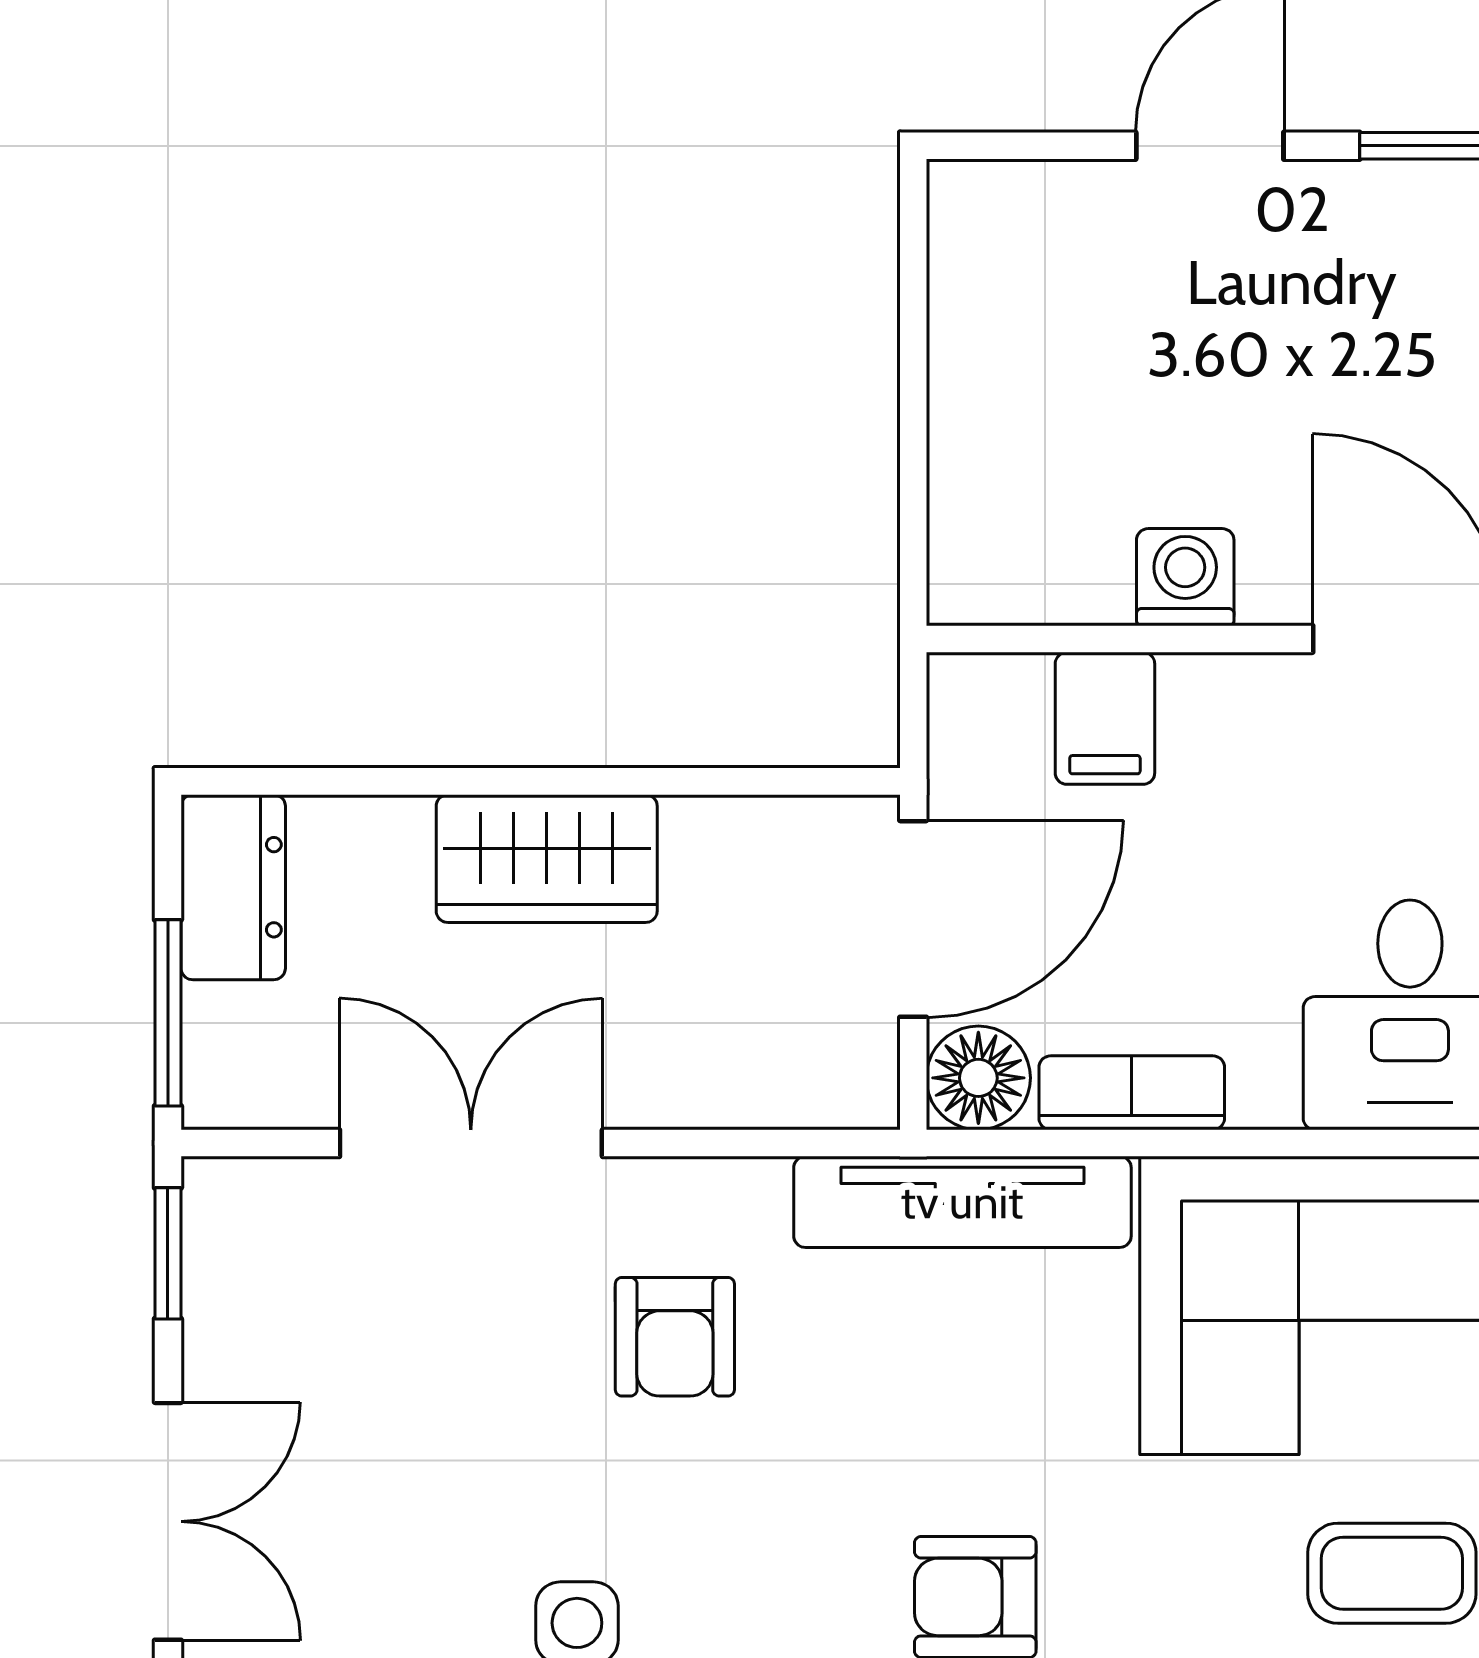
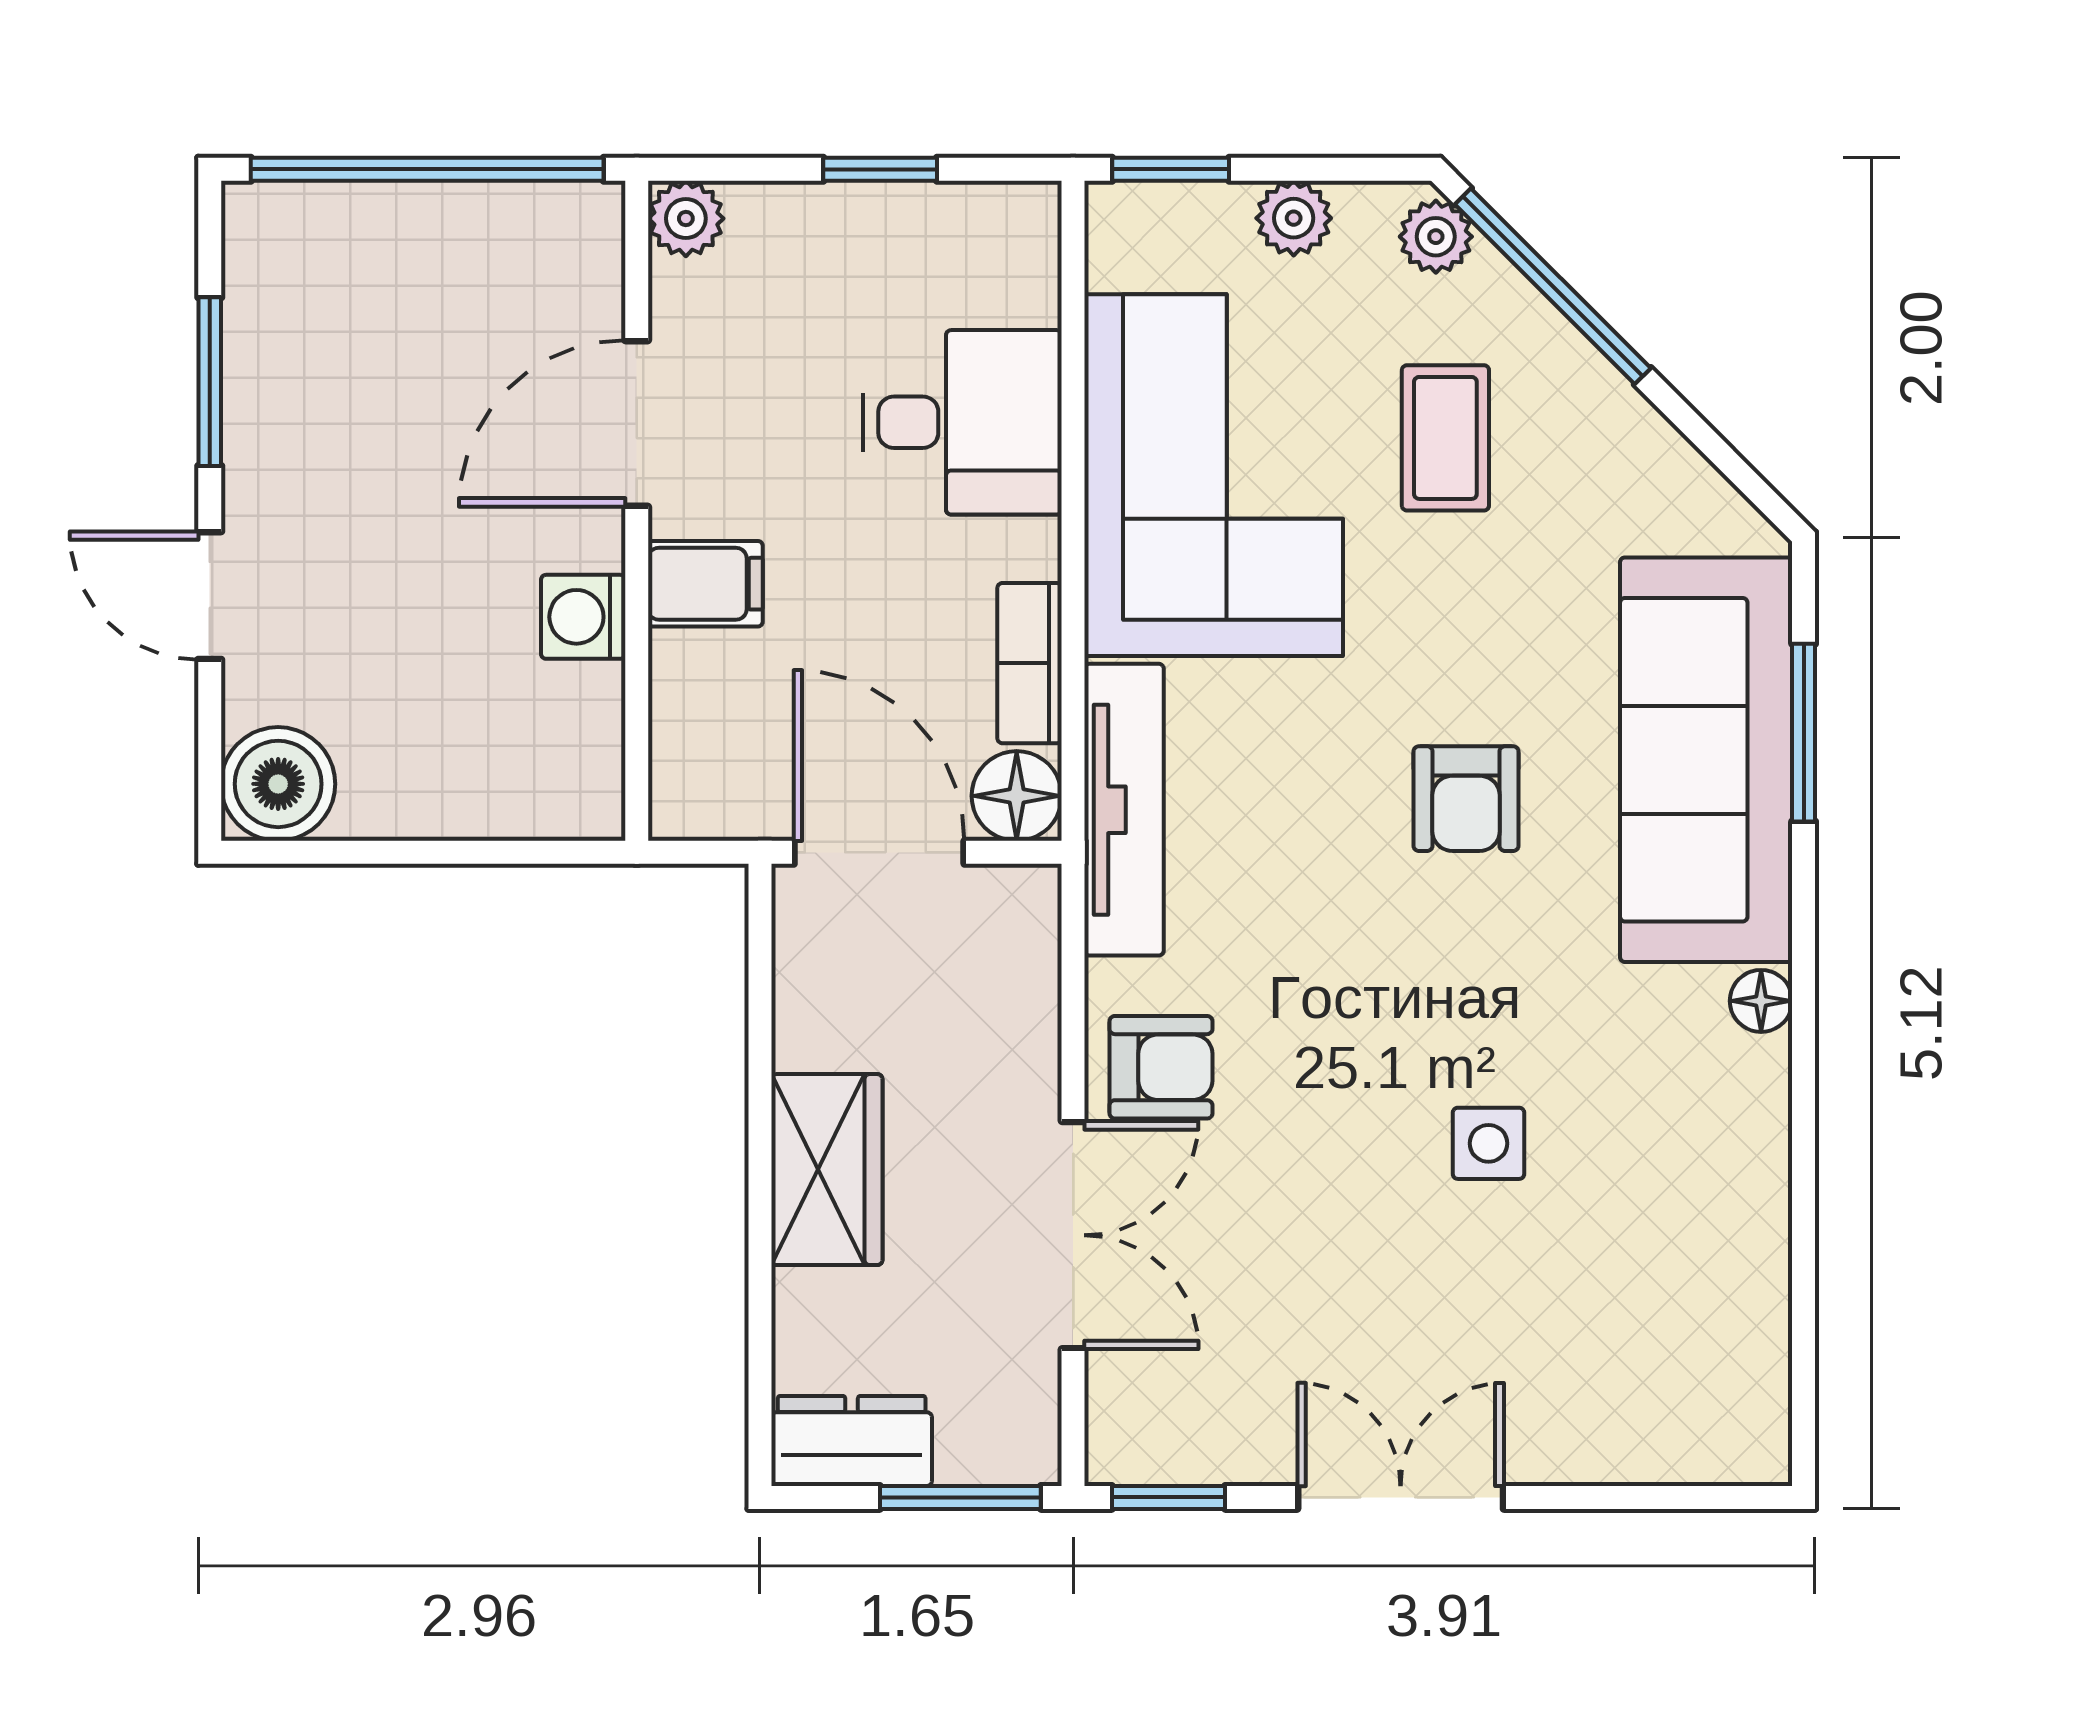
boiler: (992, 225) -> (278, 784), added
filing cabinet: (1105, 718) -> (705, 584), moved
double door: (471, 1143) -> (1073, 1235), swing flipped
armchair: (675, 1337) -> (1161, 1067), moved

